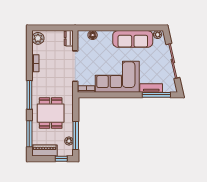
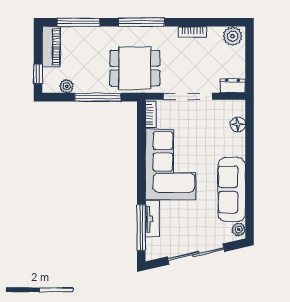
dining table: (51, 113) -> (135, 68), moved
window: (76, 136) -> (98, 97), moved

